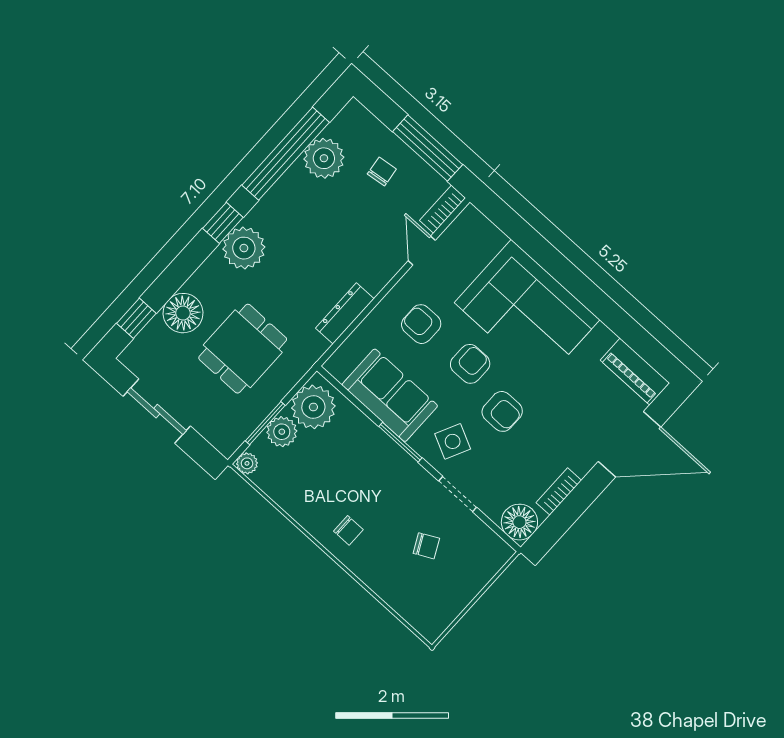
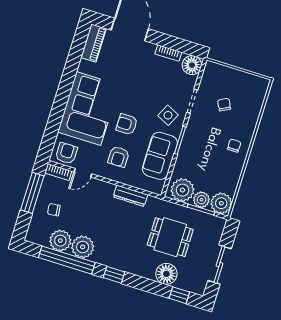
plant: (244, 248) -> (83, 247), moved
armchair: (502, 411) -> (66, 153), moved
plant: (247, 463) -> (221, 203), width x1.87, depth x1.87

